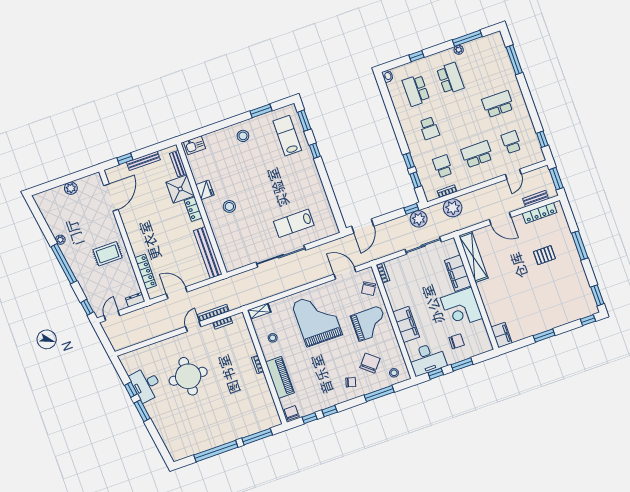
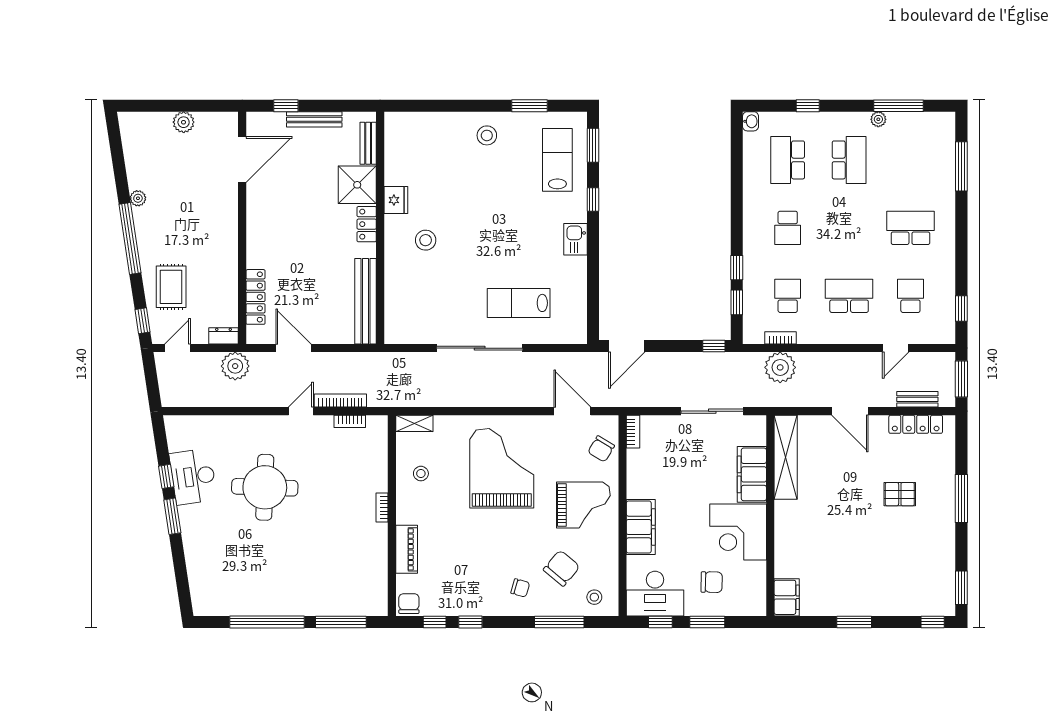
kitchen sink: (195, 145) -> (575, 239), moved, turned 90
plant: (419, 219) -> (235, 366), moved
rug: (108, 254) -> (171, 287), moved, turned 90
piano: (280, 377) -> (407, 549), width x0.73, depth x0.75

